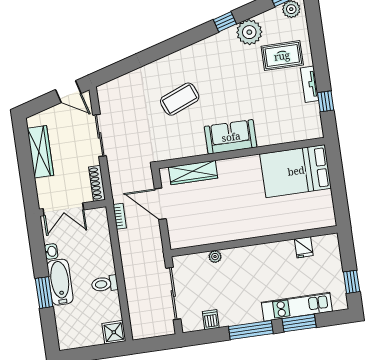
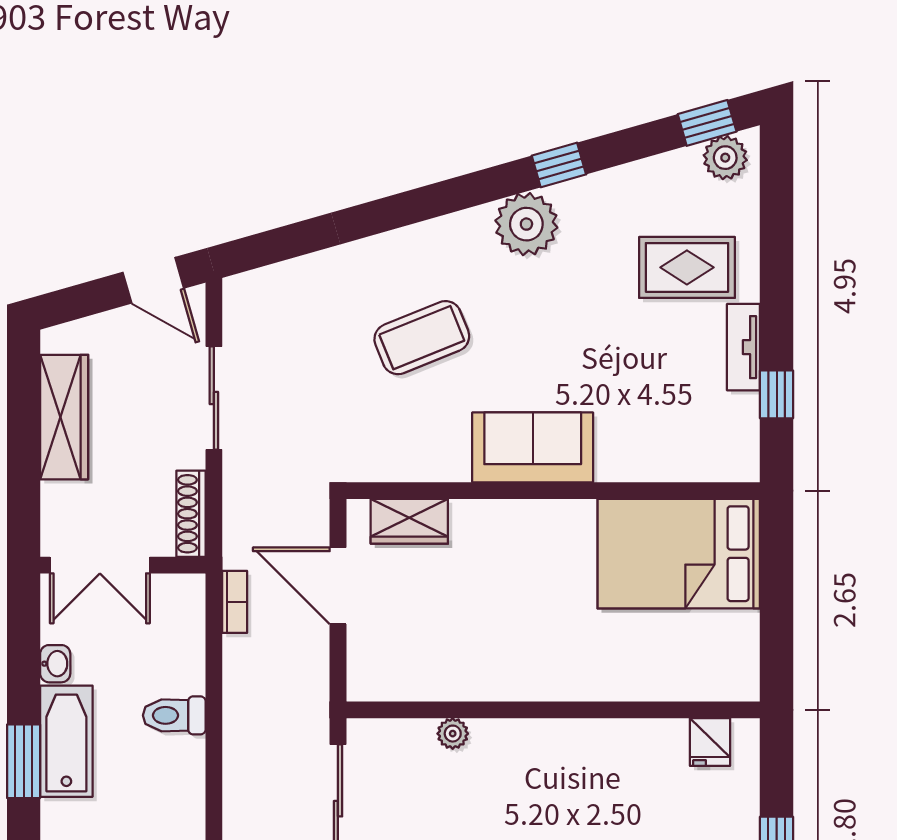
plant: (249, 32) -> (526, 224), moved
wardrobe: (193, 173) -> (409, 521), width x0.67
fridge: (304, 247) -> (710, 742), moved
toilet: (105, 284) -> (174, 715), moved

